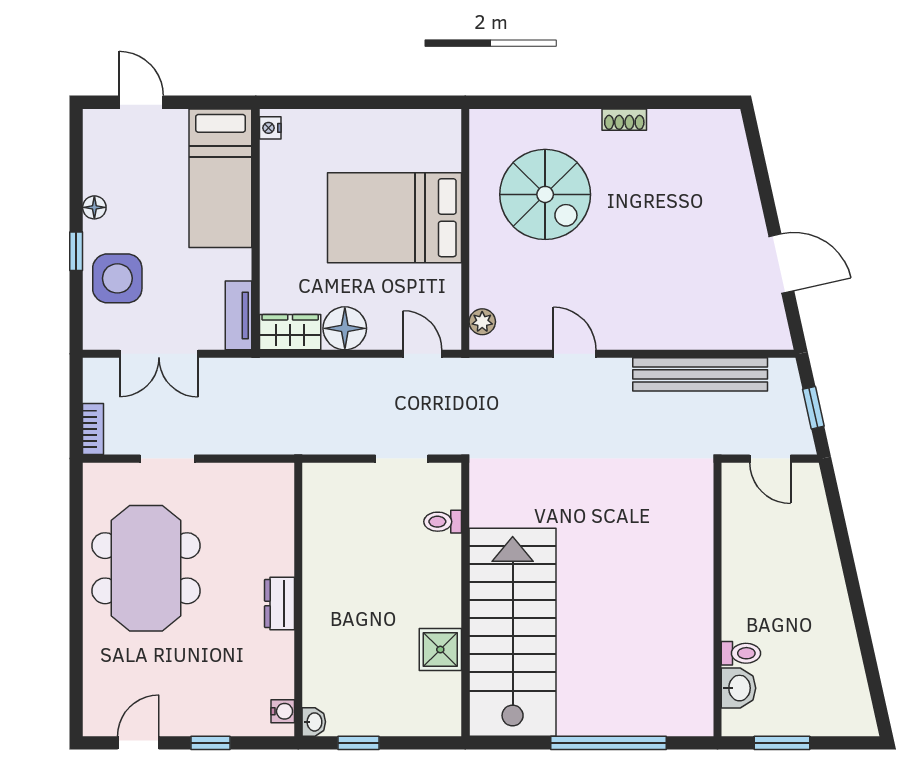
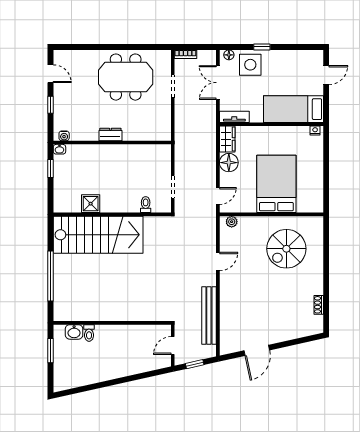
shoe rack: (624, 120) -> (319, 305), moved
floor lamp: (94, 207) -> (229, 55), moved

